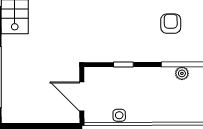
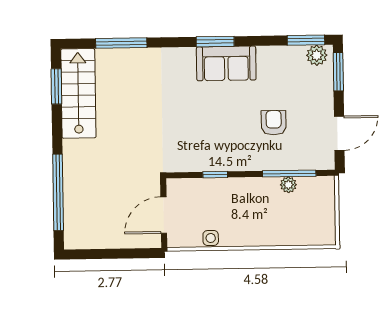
door: (82, 96) -> (164, 215), hinge flipped

